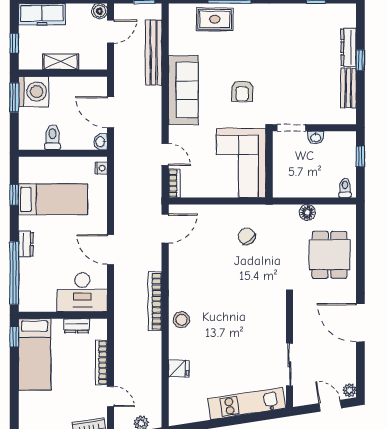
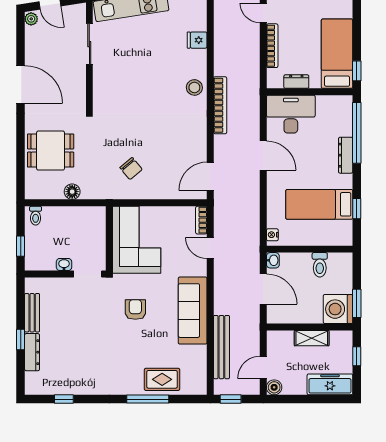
dresser: (26, 244) -> (346, 155), width x1.44
dining table: (329, 255) -> (51, 151), turned 90

